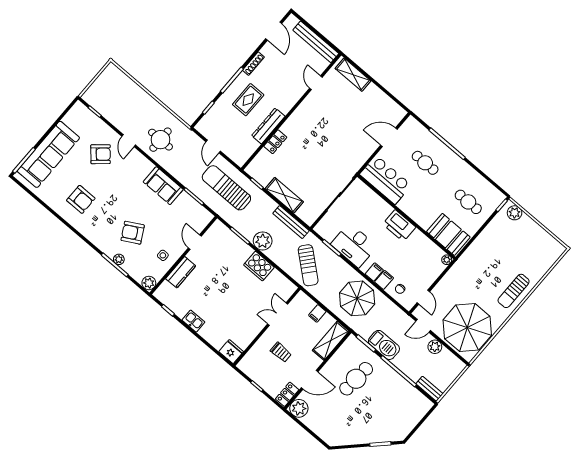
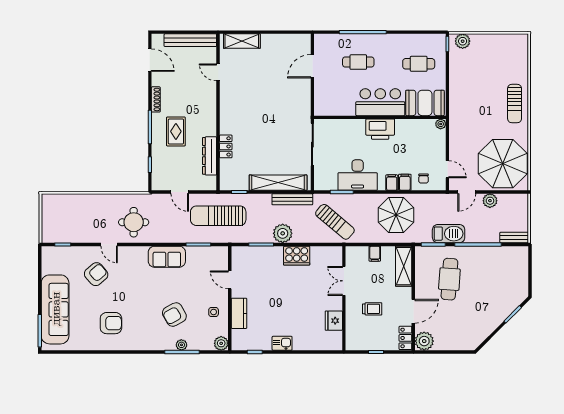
dresser: (268, 126) -> (210, 156), moved
bar counter: (385, 180) -> (380, 102), moved
shelving: (284, 195) -> (278, 183), width x1.47
fridge: (231, 352) -> (334, 321), moved, turned -90

